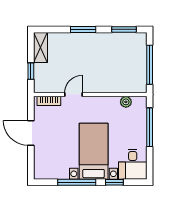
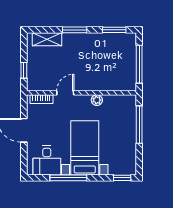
shelving: (41, 47) -> (47, 39), moved, turned 90
plant: (126, 102) -> (97, 100), moved
desk: (133, 164) -> (47, 160), moved
window: (114, 182) -> (122, 178), moved

